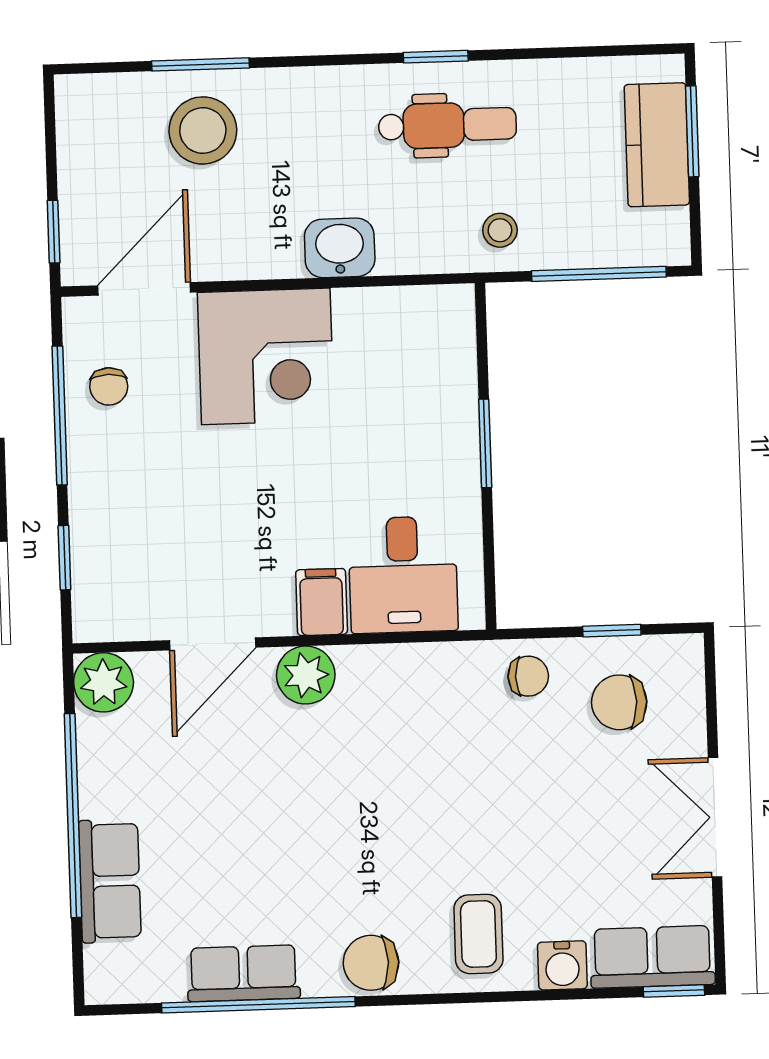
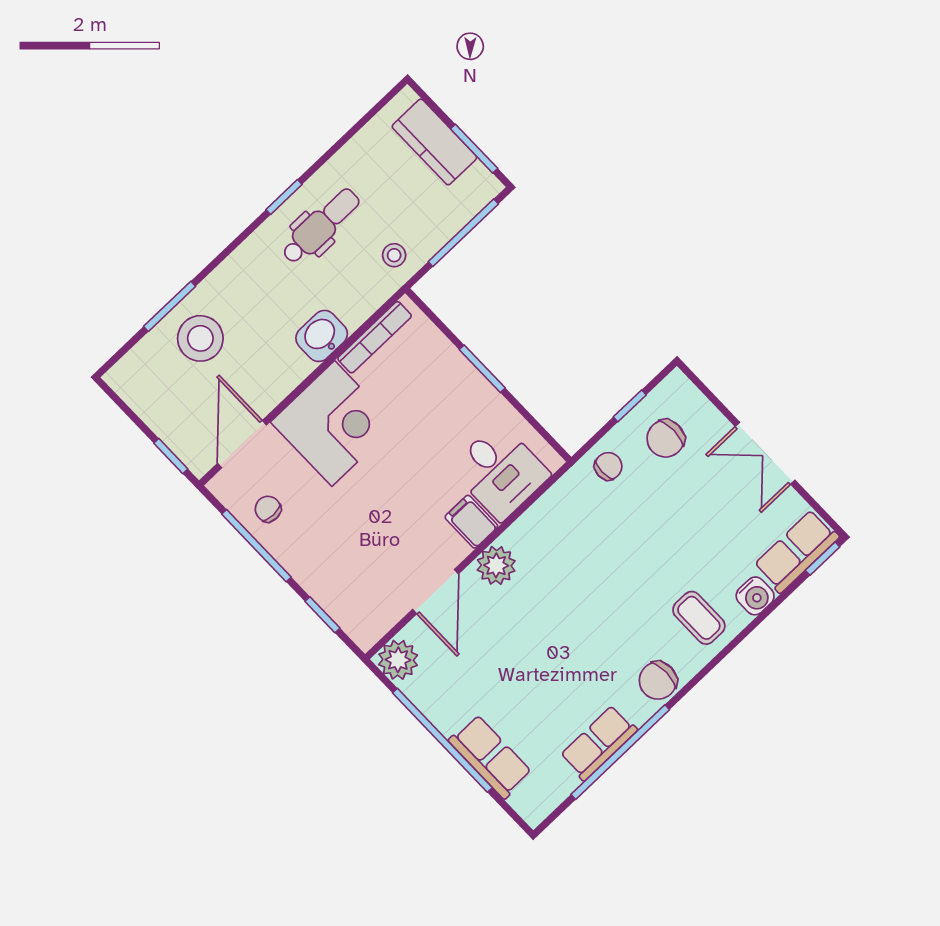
window: (692, 131) -> (474, 149), moved
bookcase: (397, 302) -> (375, 337), added
chair: (109, 386) -> (268, 509), turned 180

